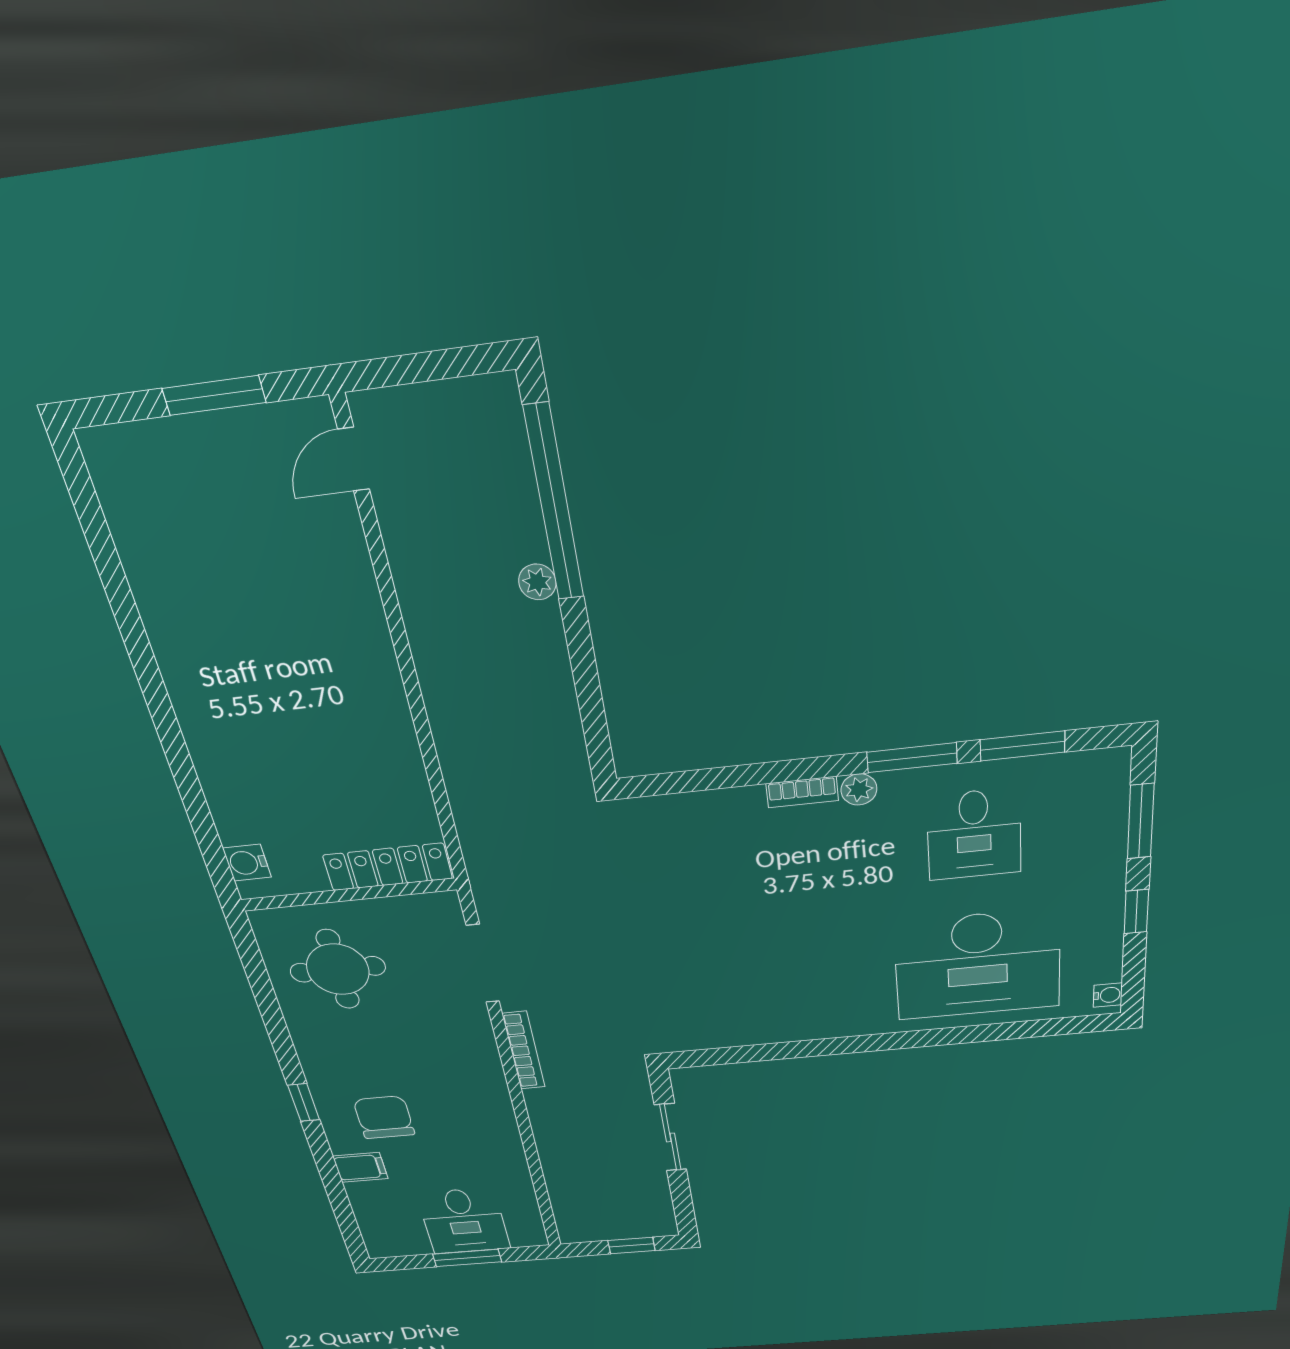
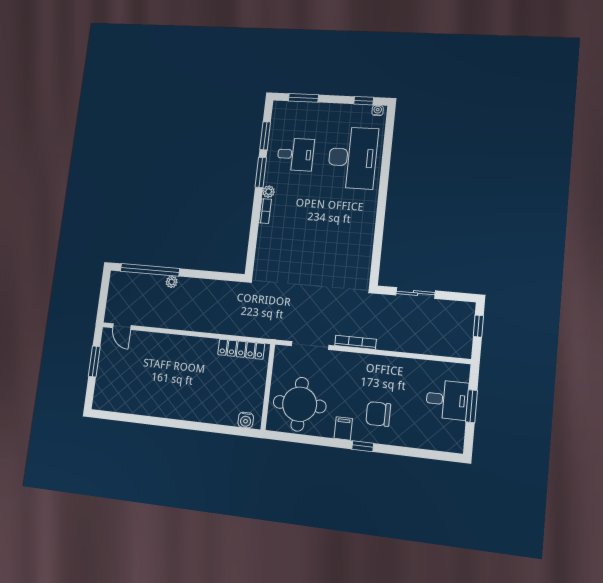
locker: (388, 867) -> (241, 349), moved, turned -90
window: (1136, 912) -> (364, 101), moved
round table: (338, 969) -> (300, 404), width x1.36, depth x1.36
filing cabinet: (360, 1167) -> (343, 428), moved

